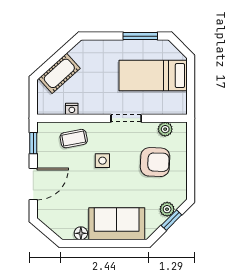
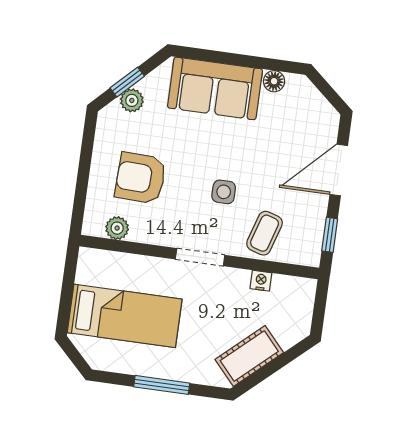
window: (140, 36) -> (162, 385), moved
cot: (59, 73) -> (249, 356), moved
doorway: (126, 118) -> (200, 257), moved
coffee table: (74, 139) -> (265, 233), turned -62

